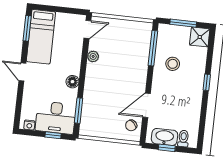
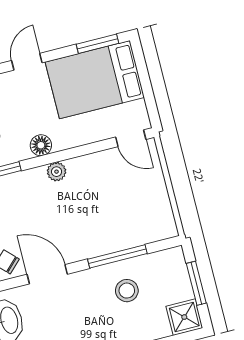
bed: (41, 37) -> (95, 80), width x1.50
window: (153, 48) -> (117, 256), moved
plant: (93, 56) -> (57, 172), moved

